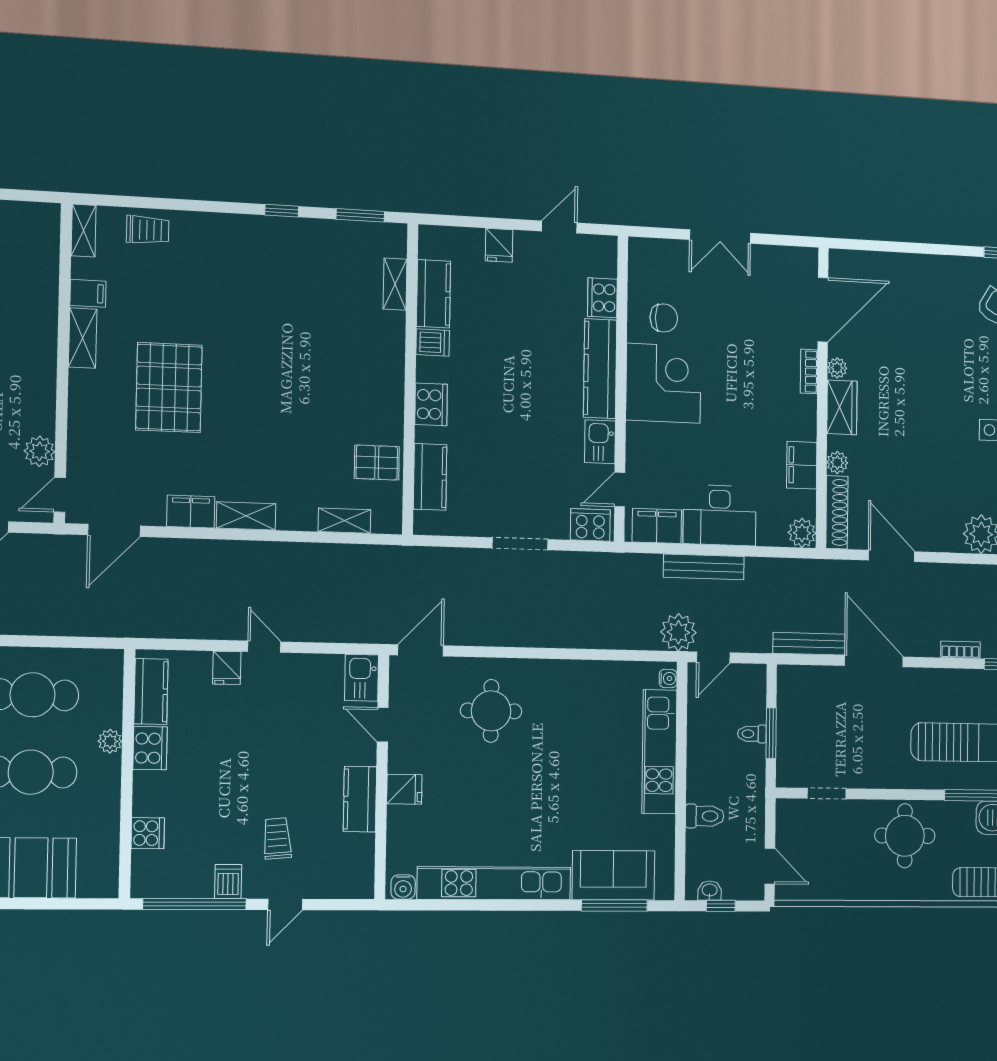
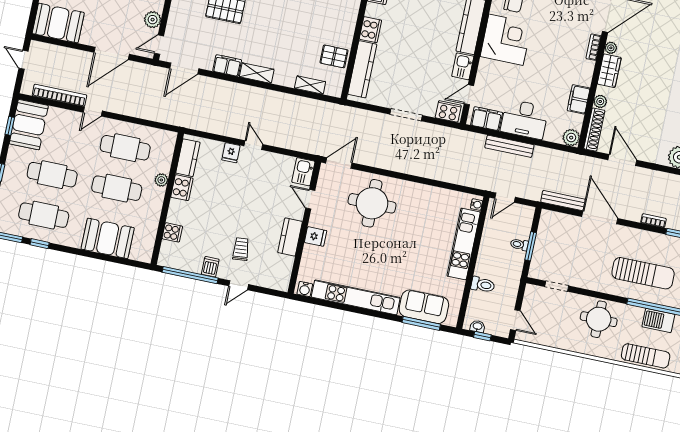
kitchen counter: (430, 477) -> (362, 69), width x1.50
plant: (678, 632) -> (488, 180), removed
round table: (491, 711) -> (372, 203), width x1.36, depth x1.36

